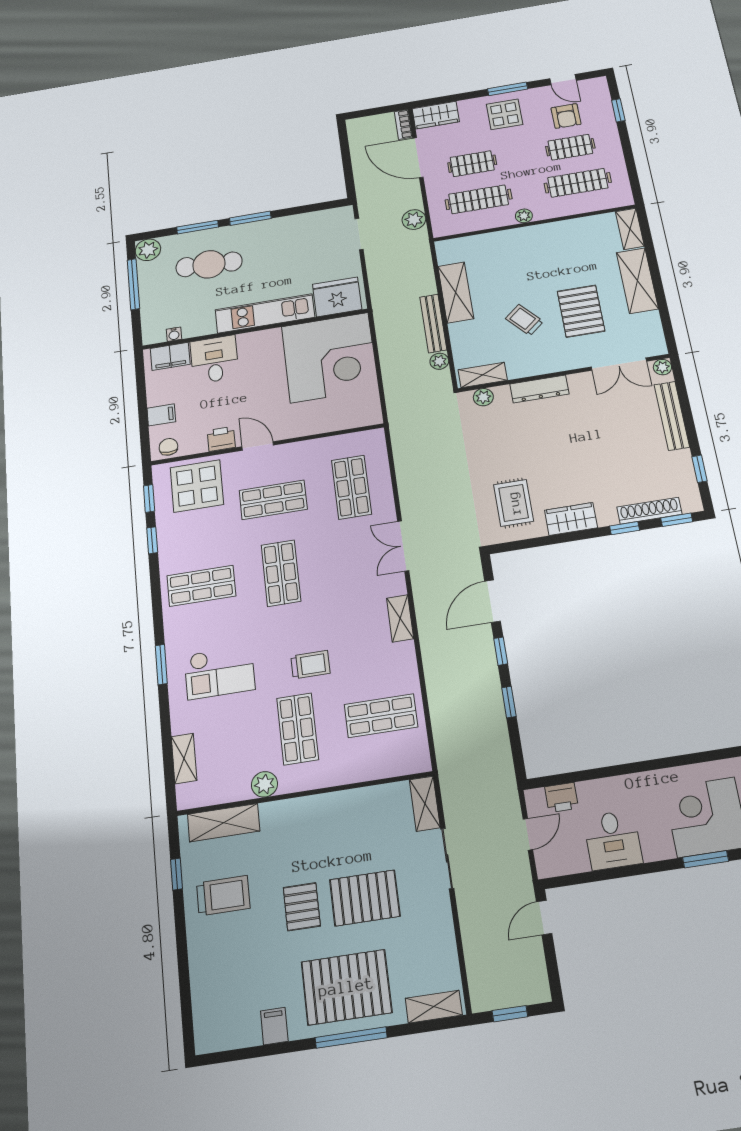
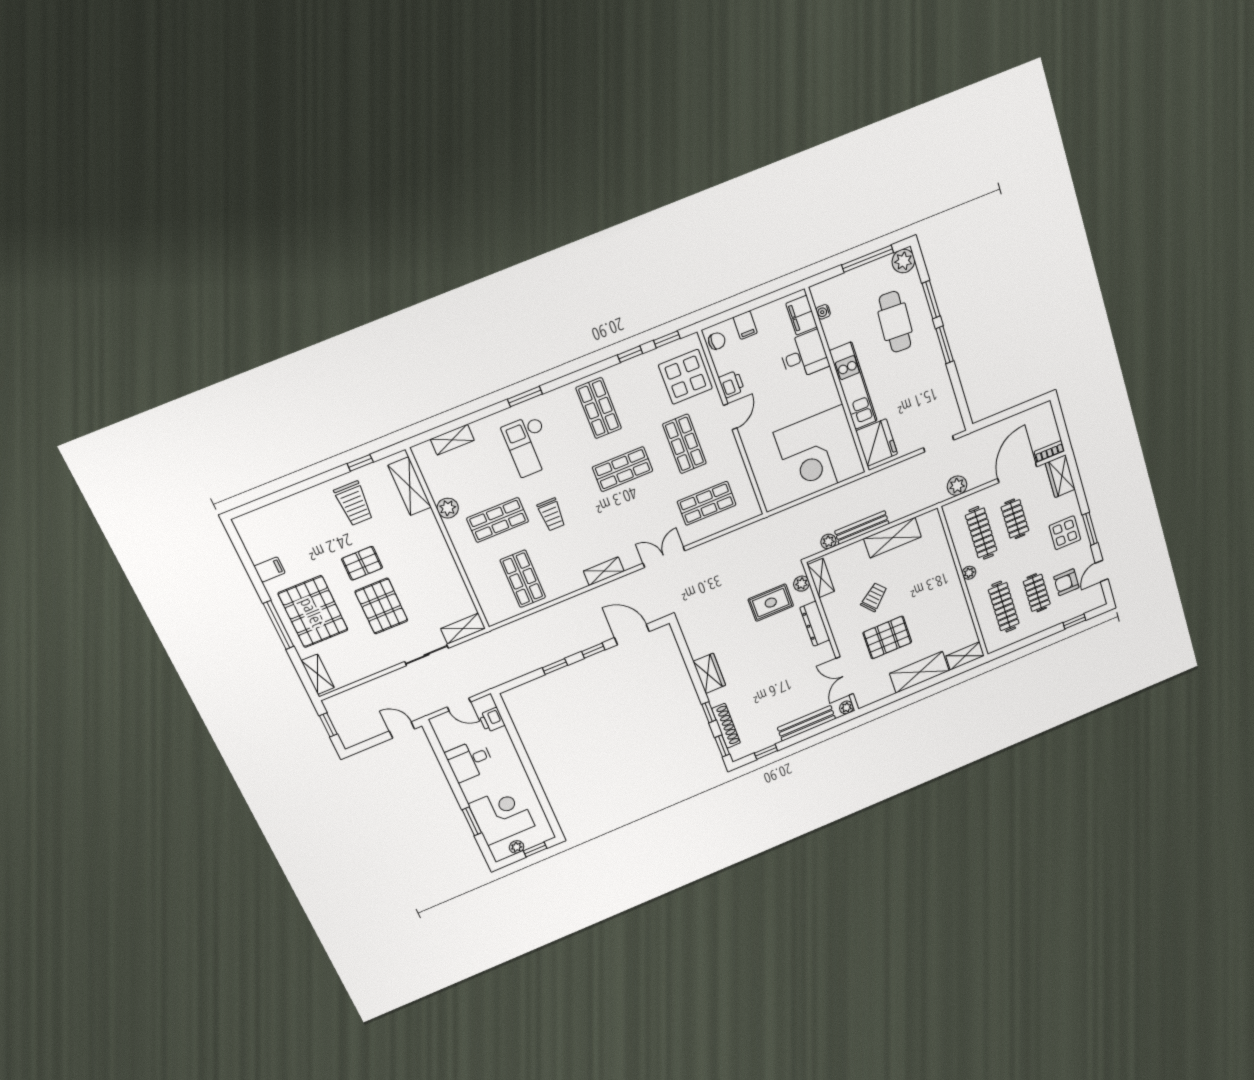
rug: (514, 503) -> (771, 603), moved

